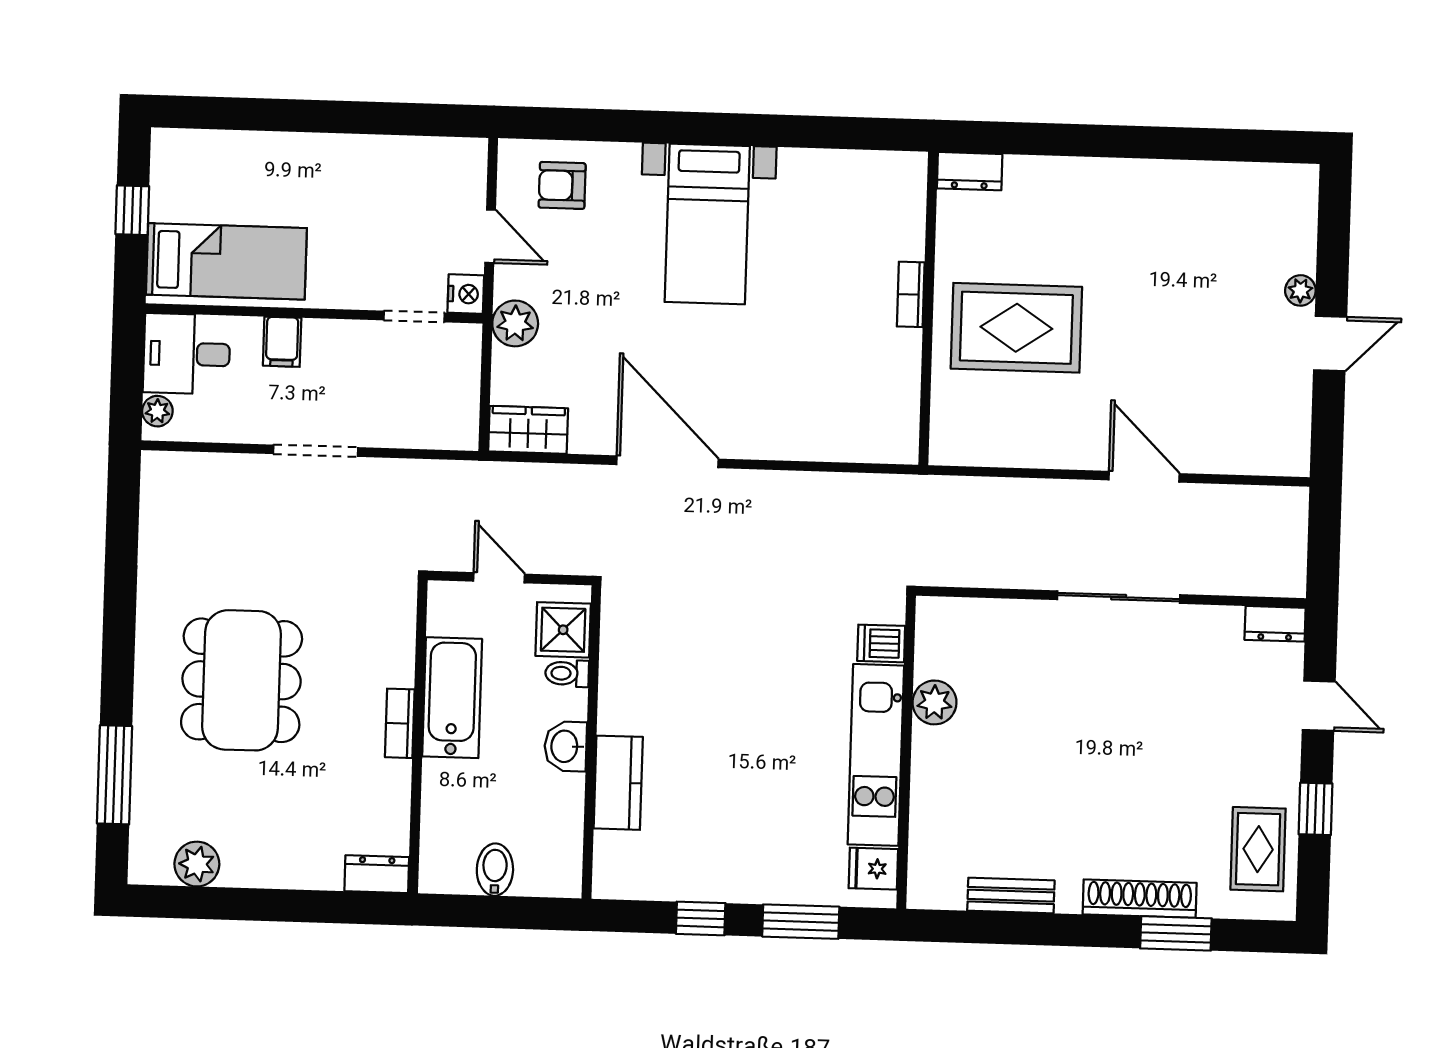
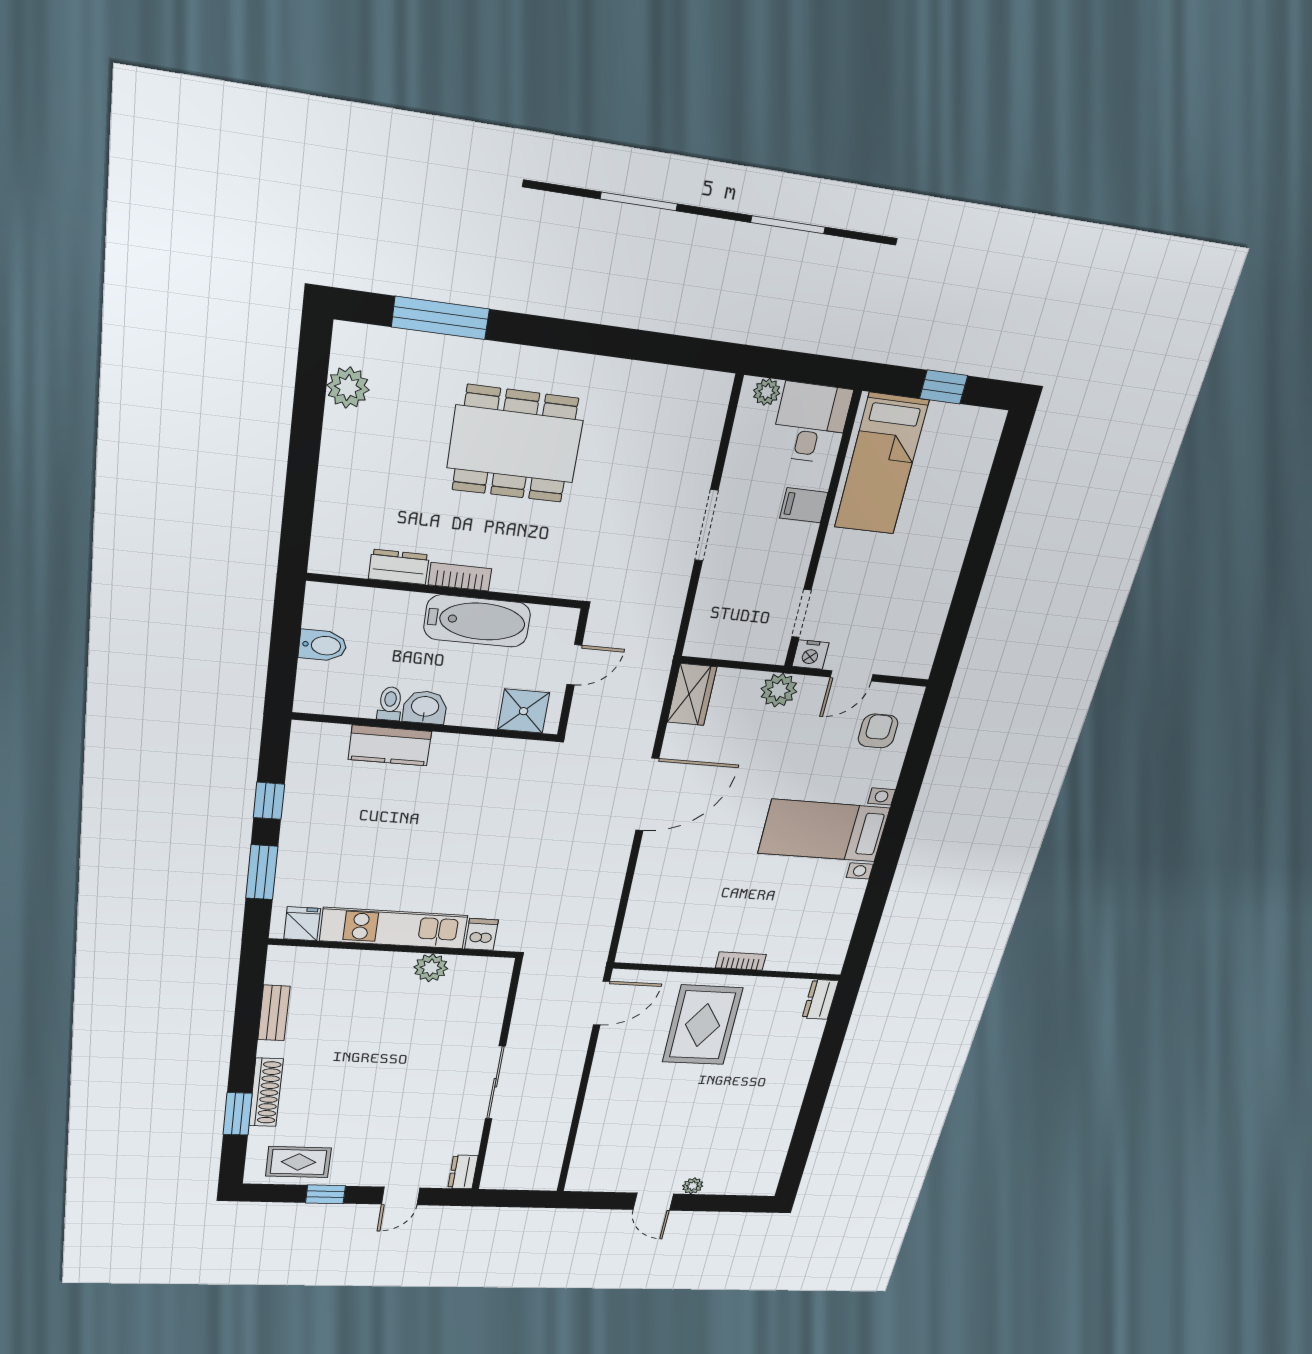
door: (1144, 477) -> (602, 1003), moved
toilet: (567, 673) -> (390, 704), moved
dresser: (377, 874) -> (399, 567), moved, turned -90

